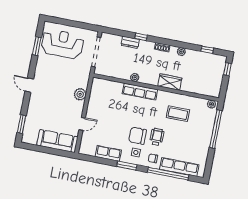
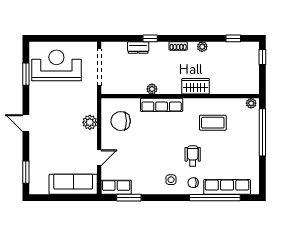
chair: (138, 136) -> (121, 121), moved
row of seats: (108, 153) -> (116, 187), moved
window: (127, 166) -> (129, 198), moved

